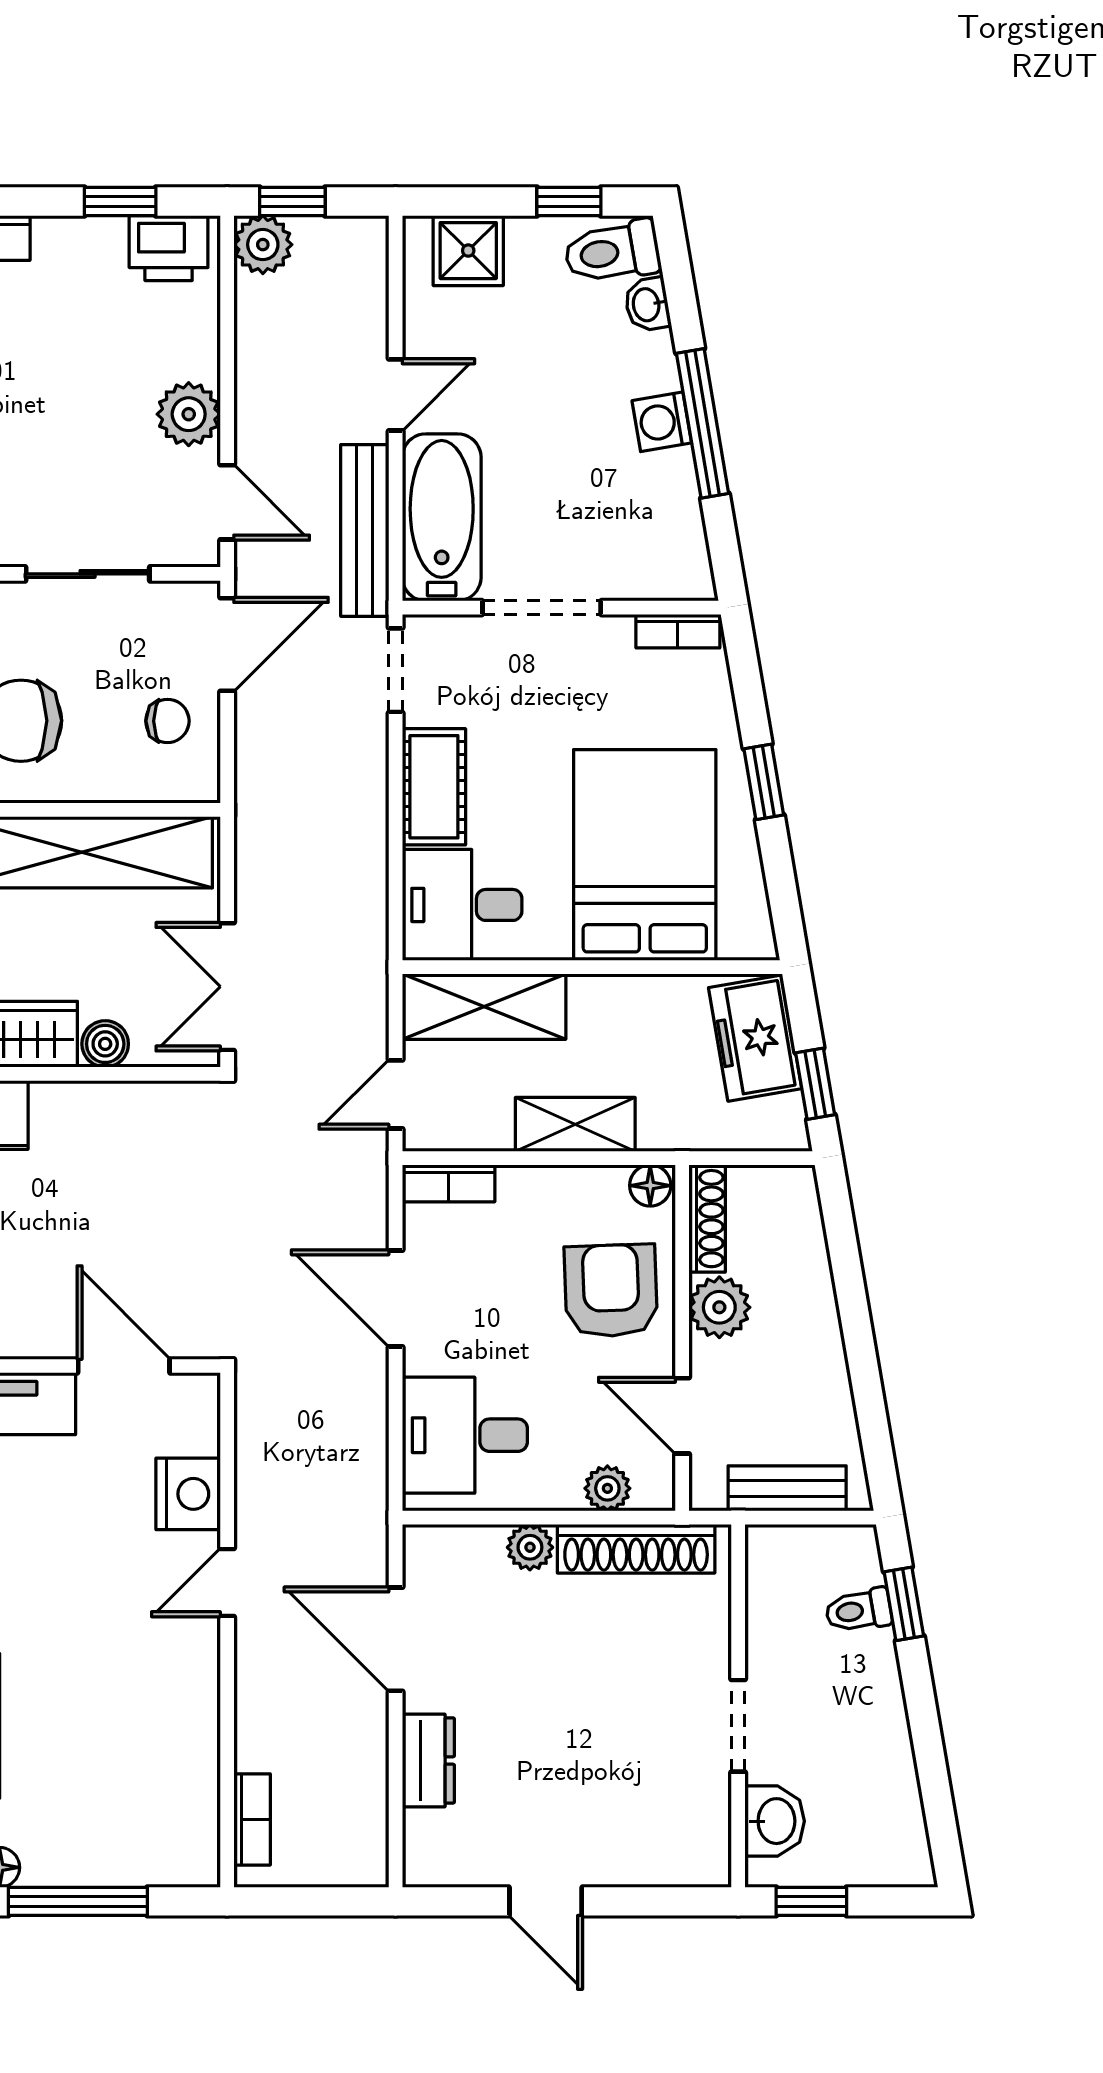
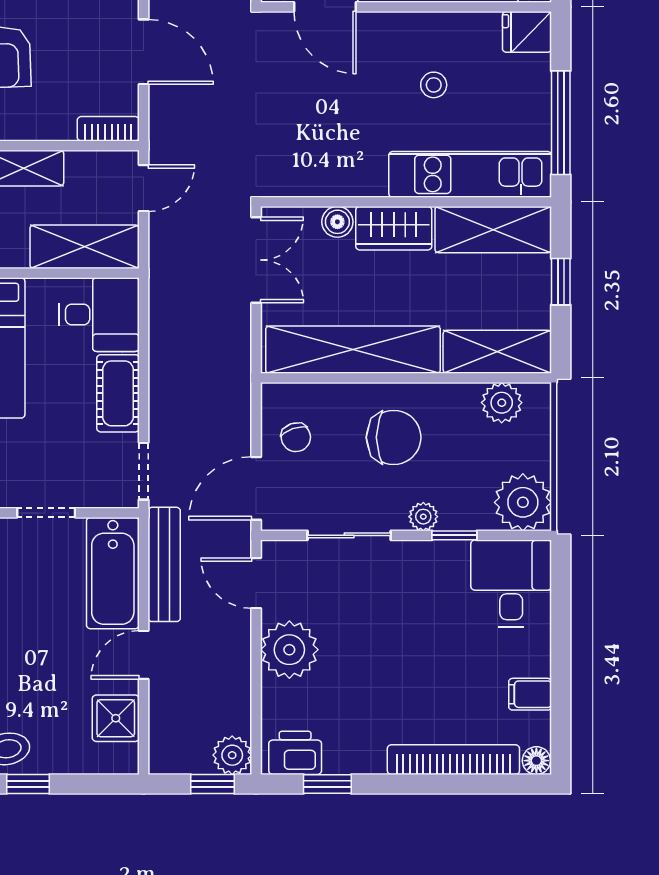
shower: (468, 251) -> (116, 718), moved
plant: (189, 414) -> (289, 650), width x1.36, depth x1.36
doorway: (542, 608) -> (46, 513), width x0.73
chair: (167, 721) -> (296, 437), turned -109

